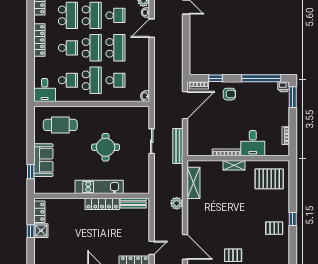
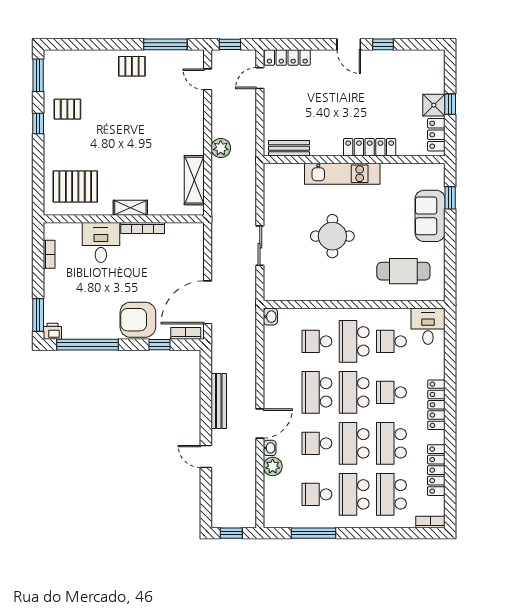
armchair: (229, 94) -> (138, 320), width x1.88, depth x1.88
bench: (178, 146) -> (219, 401), moved
locker: (102, 204) -> (370, 147), moved
door: (185, 247) -> (208, 79), width x0.53
window: (293, 250) -> (38, 75), added

